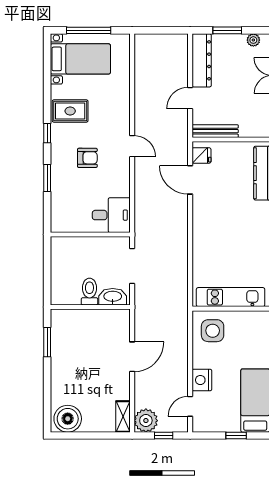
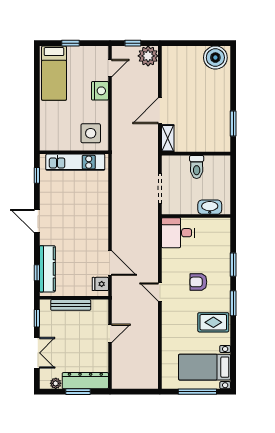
dresser: (202, 60) -> (85, 381), moved, turned 90
bench: (215, 131) -> (71, 305), moved
window: (47, 133) -> (233, 303), width x1.50
washbasin: (113, 297) -> (210, 207), moved, turned 180
shelving: (123, 416) -> (168, 138), moved

